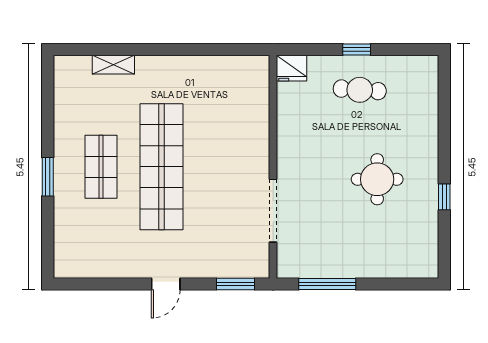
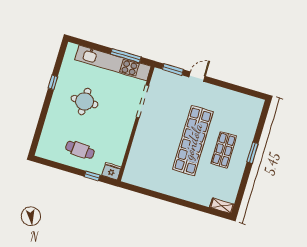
window: (357, 50) -> (92, 176), moved
shelving: (113, 65) -> (222, 206), moved
kitchen unit: (347, 264) -> (113, 63), added
door: (166, 284) -> (197, 77), moved

